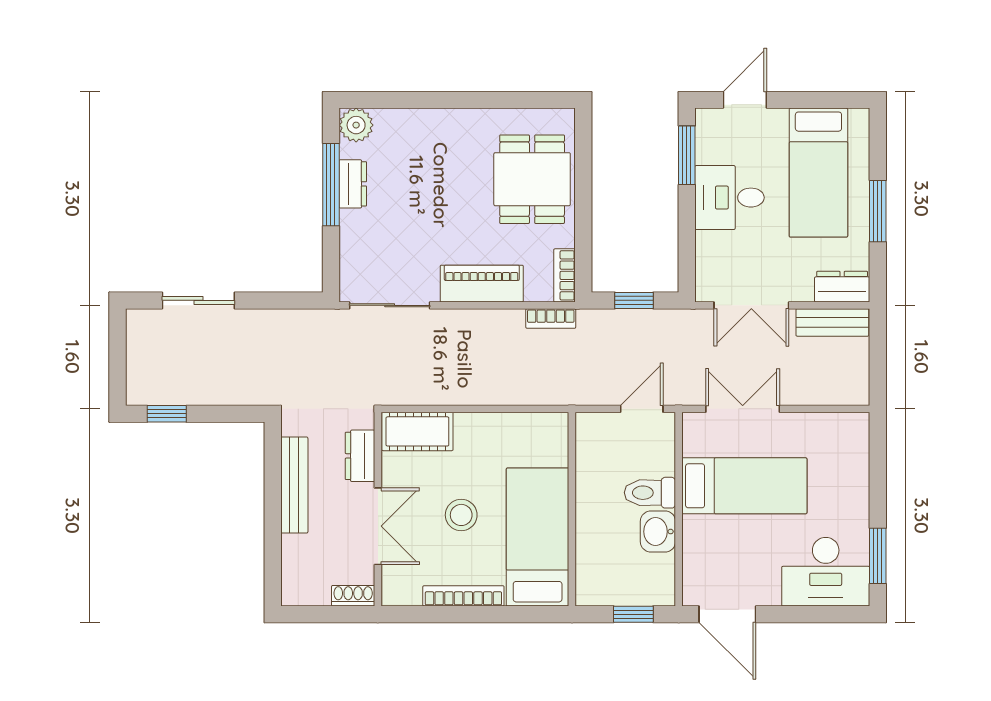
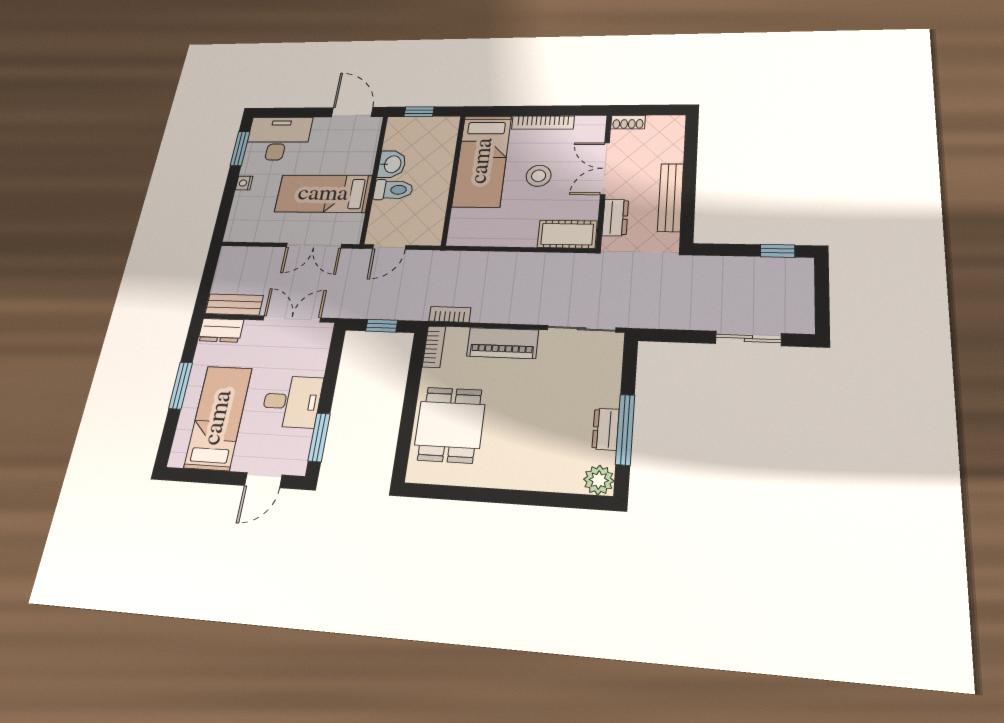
nightstand: (859, 501) -> (244, 183), added

